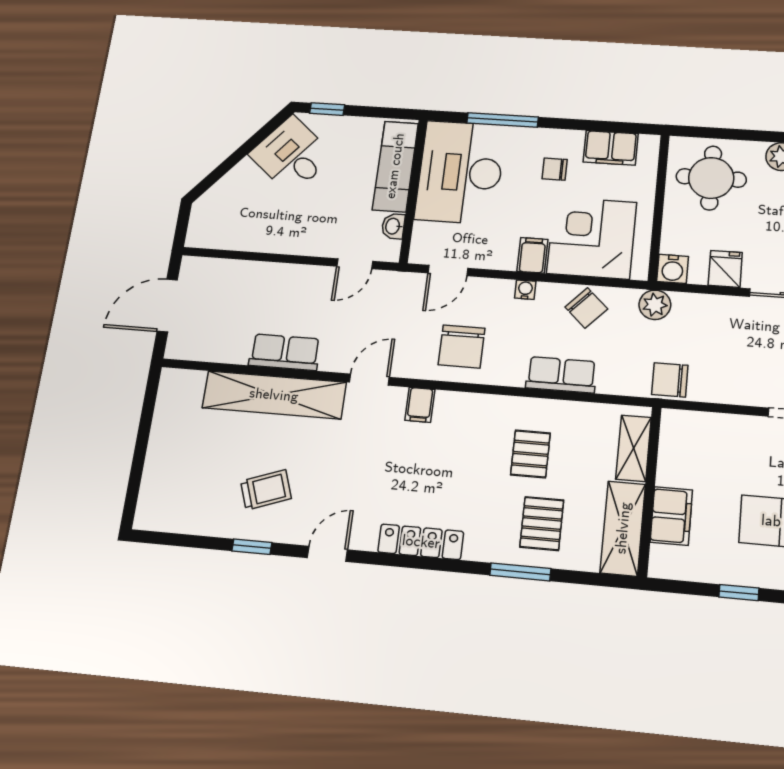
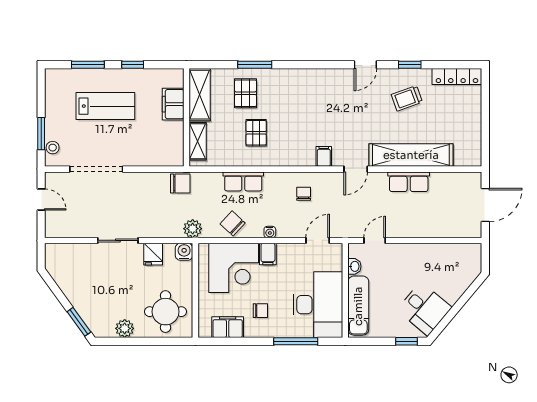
chair: (462, 347) -> (304, 194), width x0.54, depth x0.54
locker: (421, 542) -> (457, 76), moved

